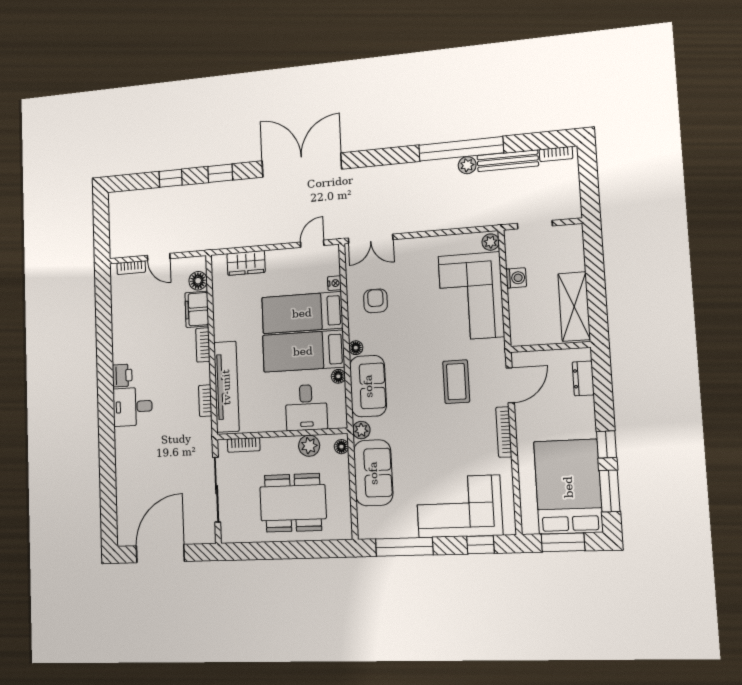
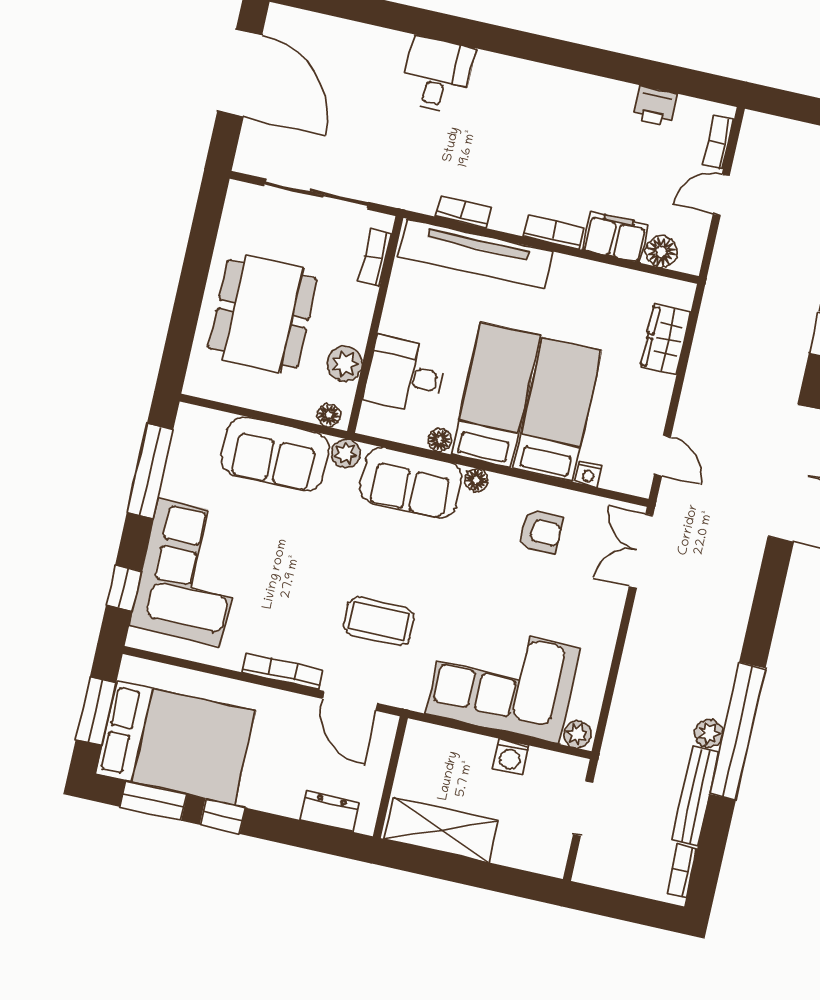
printer: (122, 376) -> (655, 106), moved
desk: (133, 407) -> (437, 75), moved

